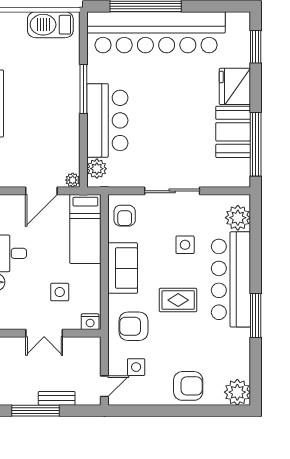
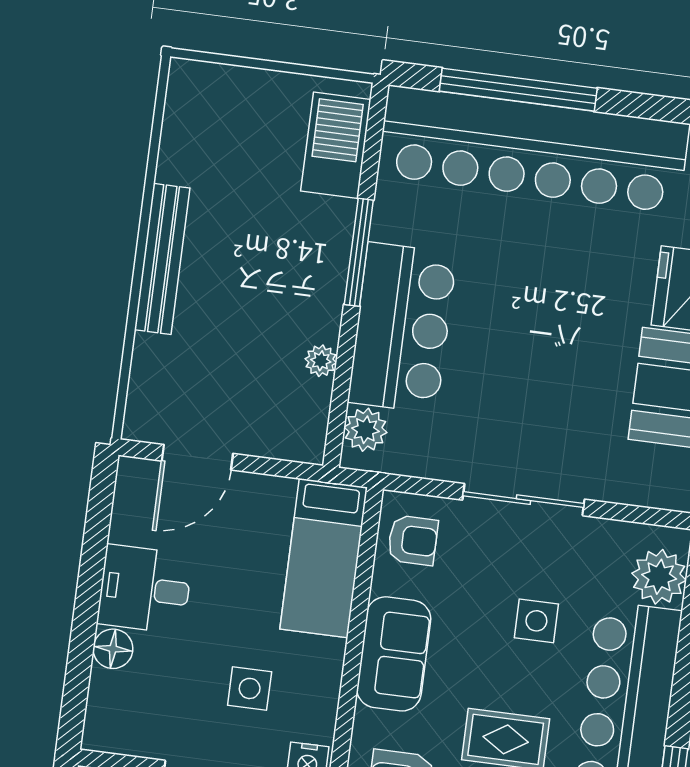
barbecue: (50, 25) -> (336, 145), moved, turned 90
plant: (73, 180) -> (321, 361), moved
door: (41, 191) -> (197, 457), moved
armchair: (125, 216) -> (413, 540), turned -90

